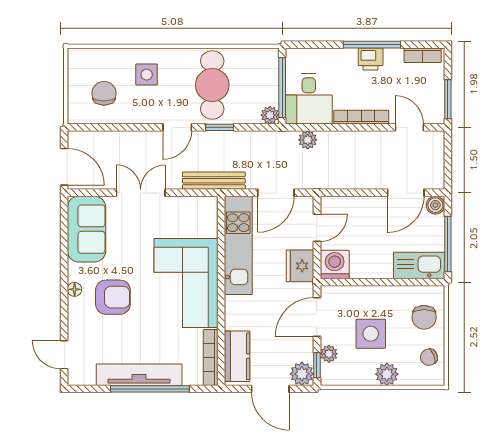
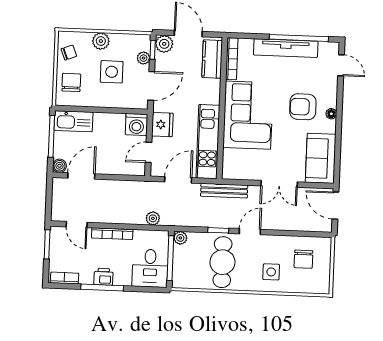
desk: (309, 99) -> (150, 268), moved, turned 180
window: (150, 389) -> (299, 38), moved

